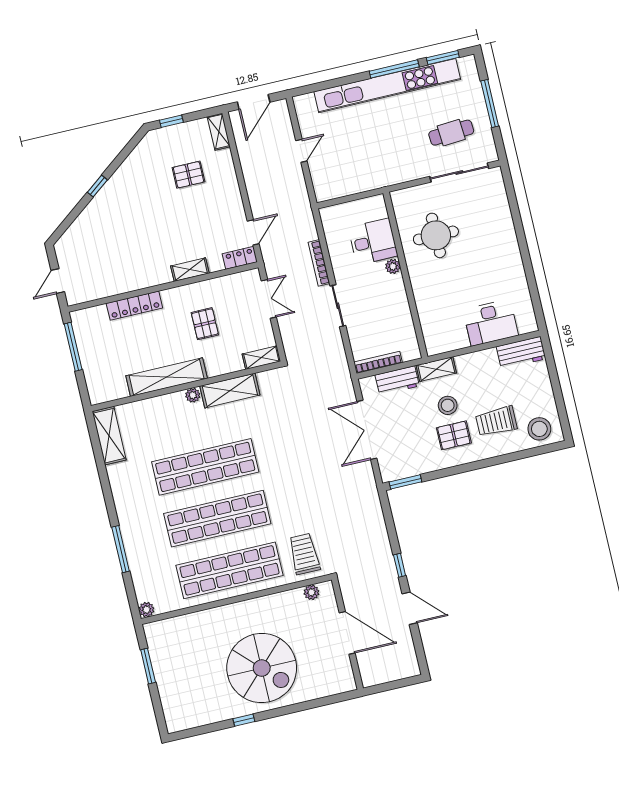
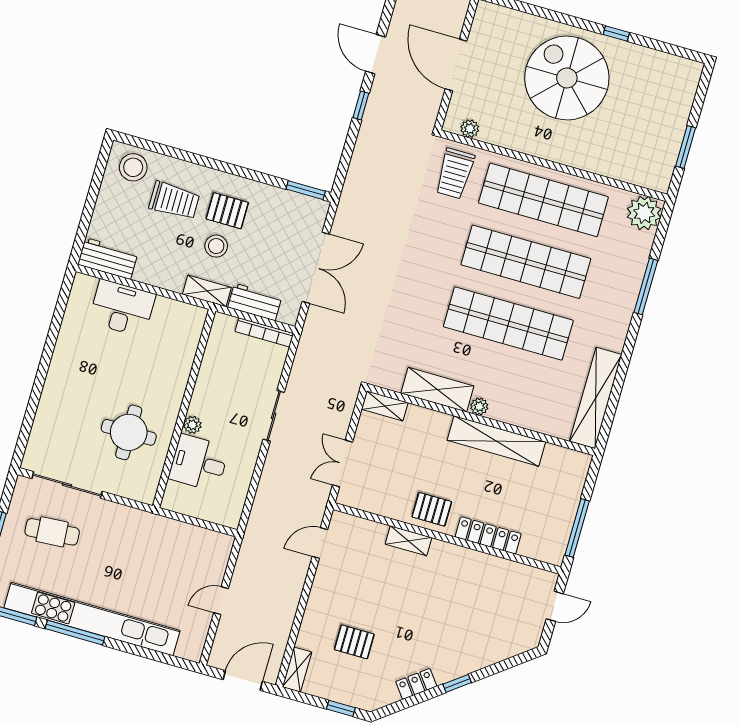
locker: (240, 258) -> (416, 684), moved, turned 143
bookcase: (319, 263) -> (268, 472), removed
pallet: (205, 324) -> (432, 509), moved, turned 90
shelving: (109, 436) -> (596, 398), width x1.47
plant: (146, 610) -> (644, 213), width x1.88, depth x1.88

